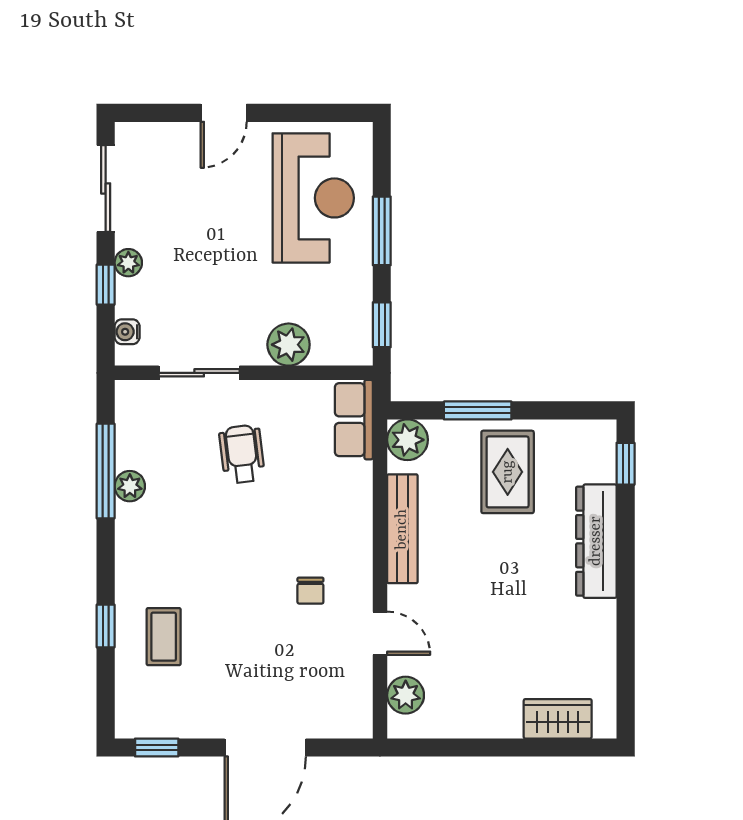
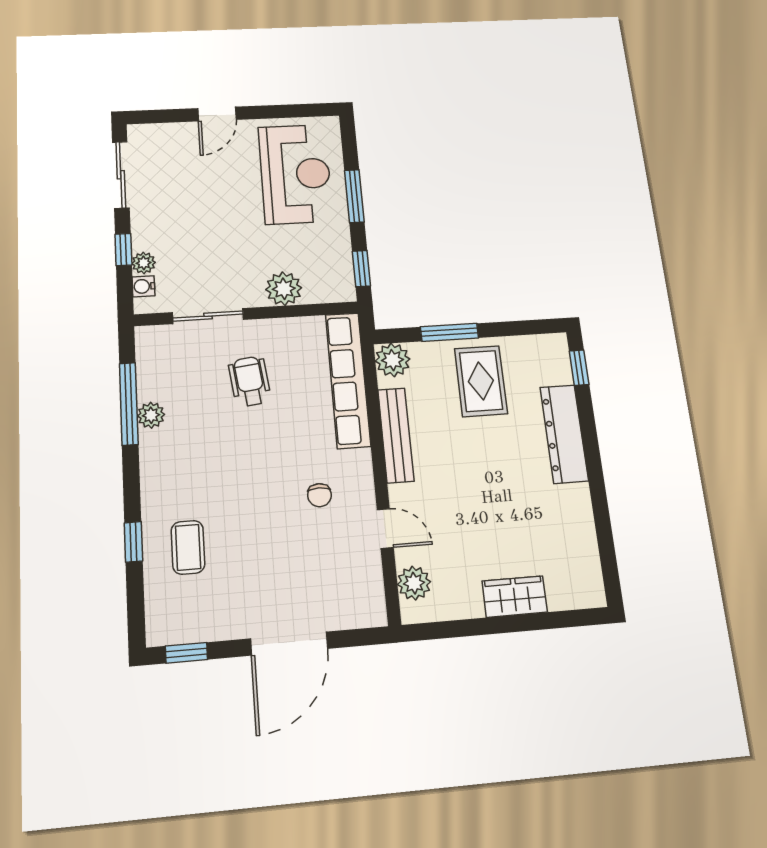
plant: (128, 263) -> (144, 263), moved
row of seats: (354, 420) -> (348, 380), width x2.02
wardrobe: (558, 719) -> (515, 597), moved

